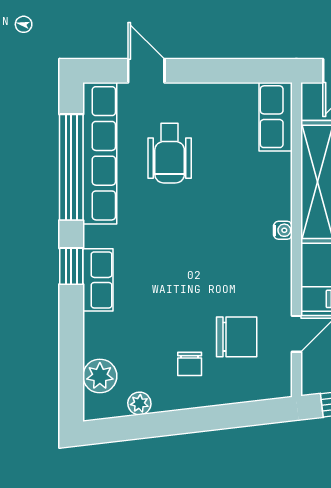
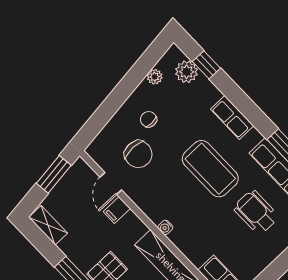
coffee table: (174, 247) -> (210, 169), added
window: (71, 266) -> (206, 65), moved
chair: (237, 337) -> (138, 154), turned -90

